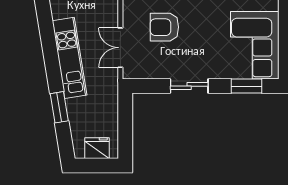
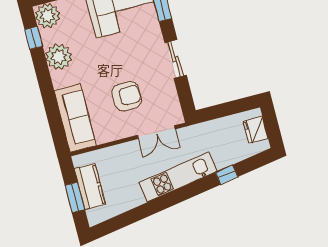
armchair: (164, 27) -> (127, 96), turned -90
window: (59, 107) -> (227, 175), width x0.67

